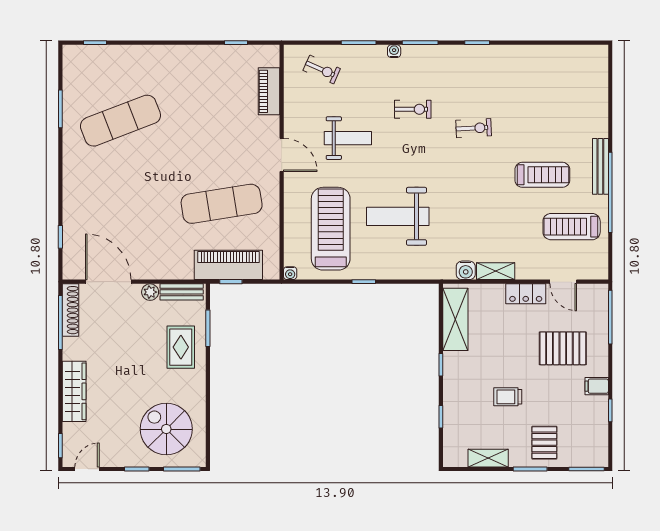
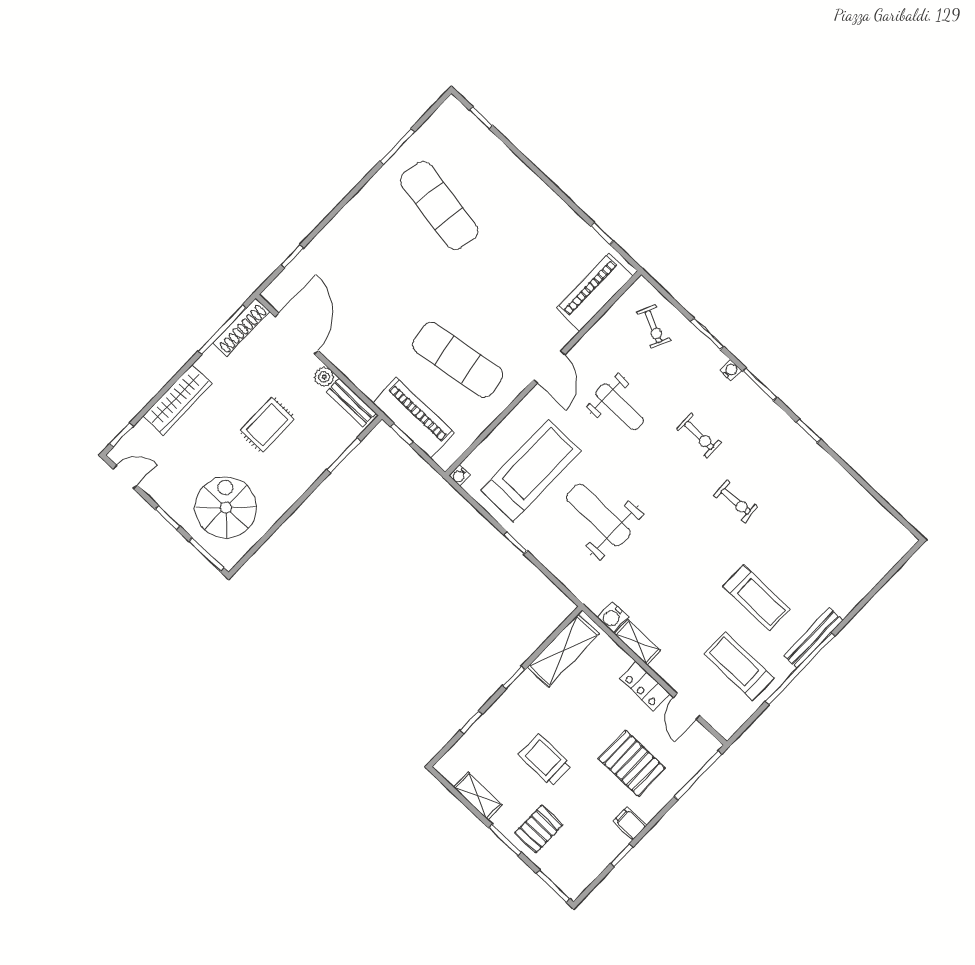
piano: (269, 91) -> (595, 292), width x1.37, depth x1.33
exercise mat: (120, 121) -> (439, 206), turned 30
rug: (181, 347) -> (267, 425), moved
trolley: (508, 397) -> (545, 760), width x1.36, depth x1.39

